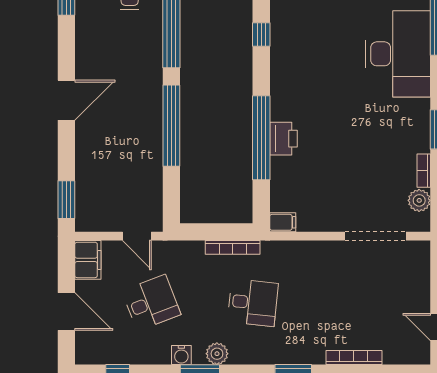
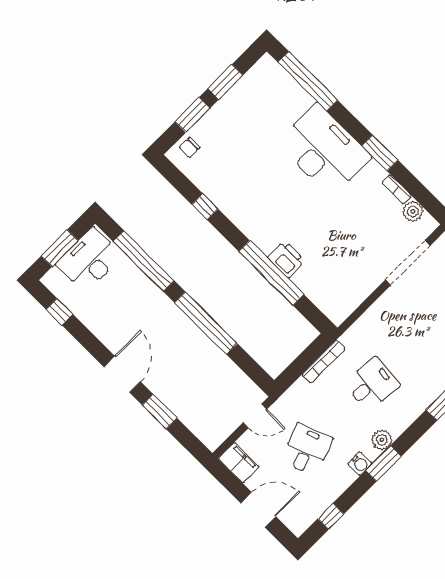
desk: (398, 54) -> (324, 150), moved
window: (66, 200) -> (160, 412), moved
filing cabinet: (283, 222) -> (339, 313), removed

